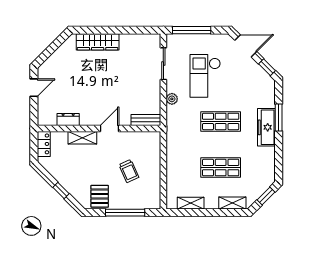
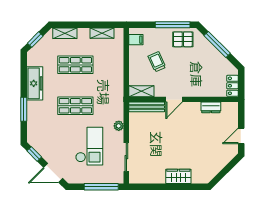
wardrobe: (98, 42) -> (178, 176), width x0.67
bench: (146, 120) -> (147, 107), width x1.36
freezer: (266, 127) -> (35, 83), moved
shelving: (82, 138) -> (141, 91), moved
window: (61, 190) -> (217, 44), width x2.17
pallet: (100, 196) -> (183, 39), turned 90
filing cabinet: (153, 196) -> (136, 40), added
window: (125, 213) -> (173, 25), moved

